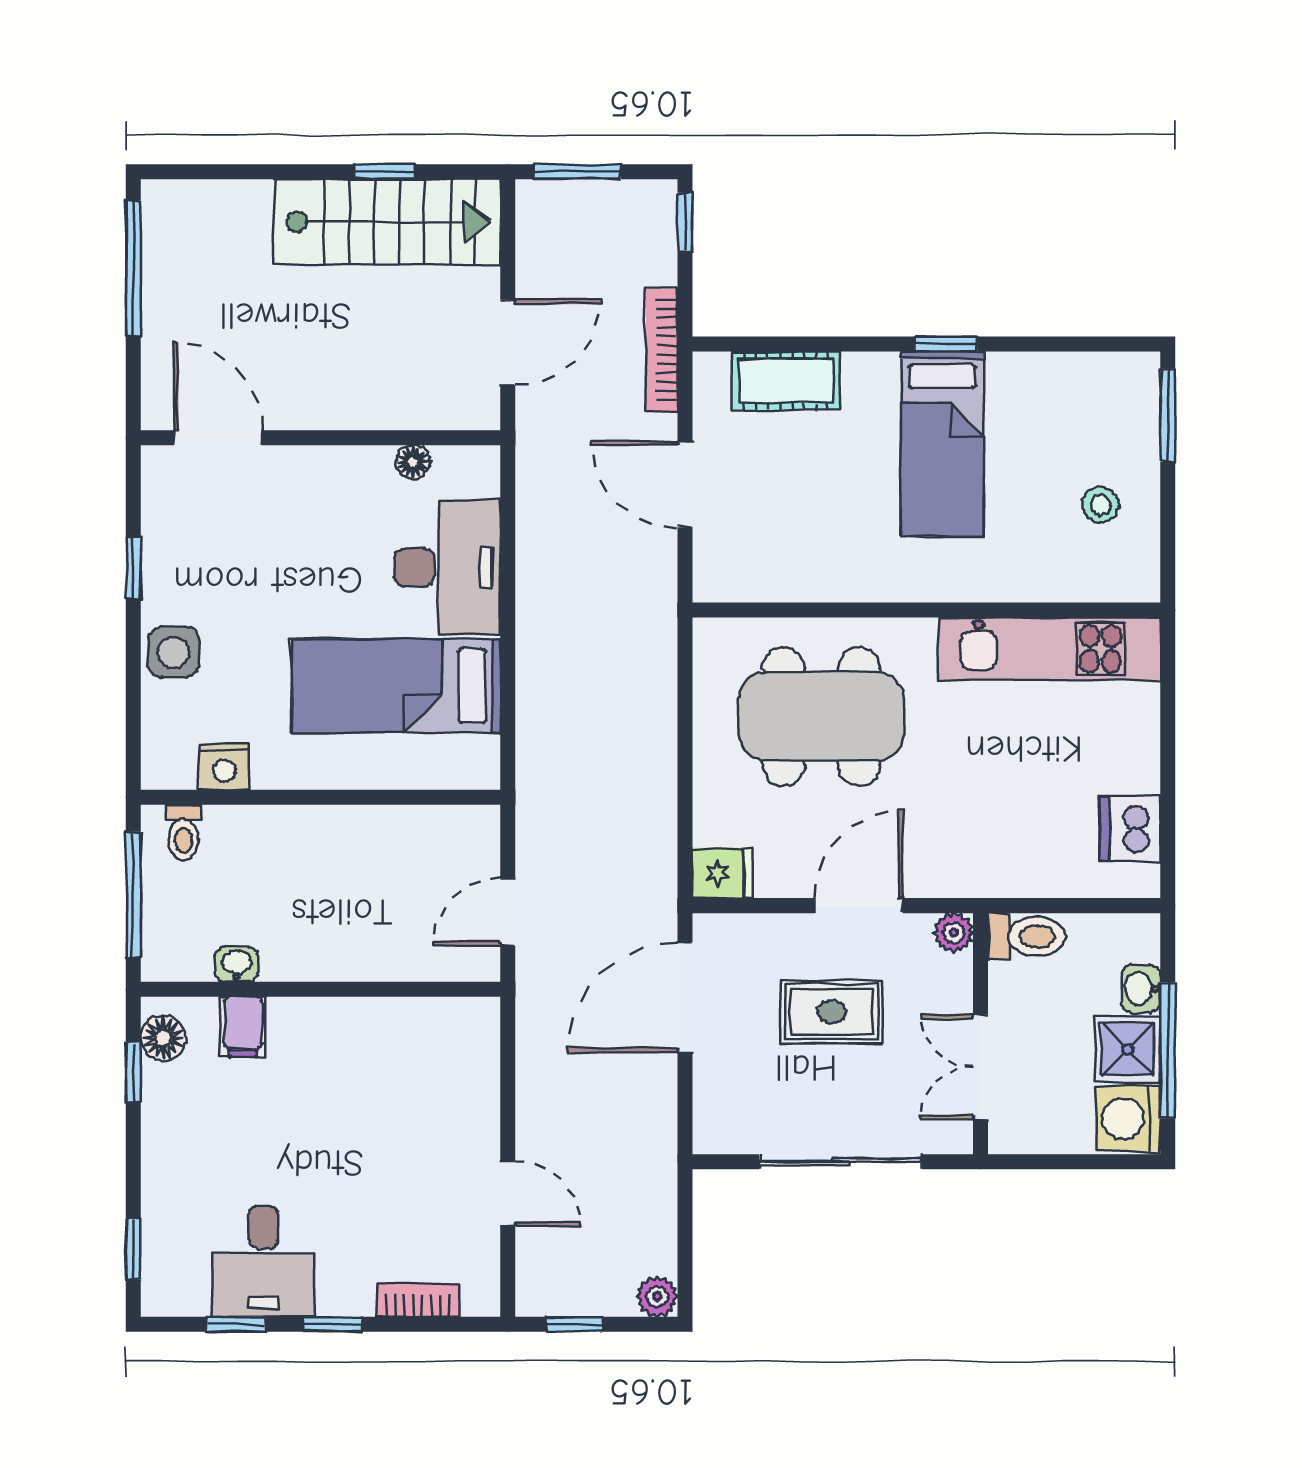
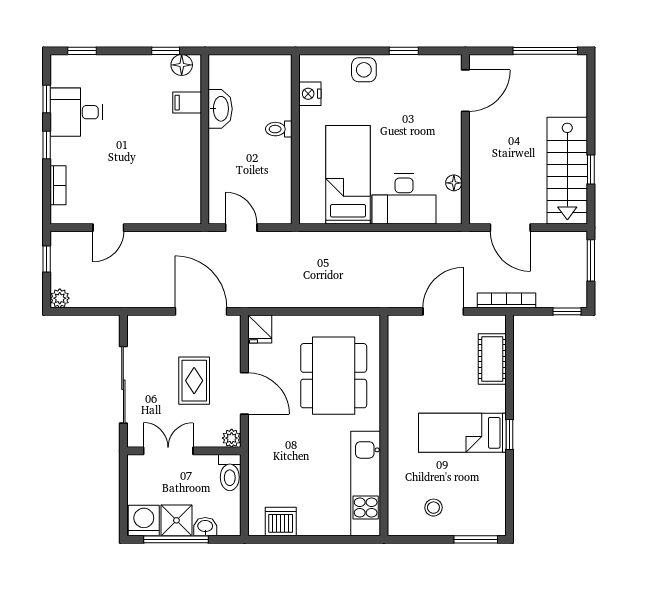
toilet: (183, 833) -> (279, 129), moved
window: (133, 895) -> (249, 51), removed
washbasin: (236, 964) -> (220, 109), width x1.91, depth x1.45

